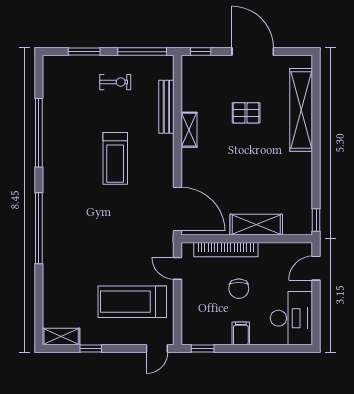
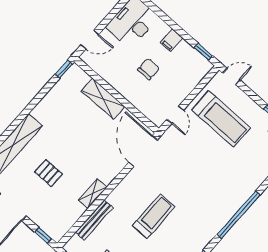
bookcase: (226, 250) -> (135, 100), removed

